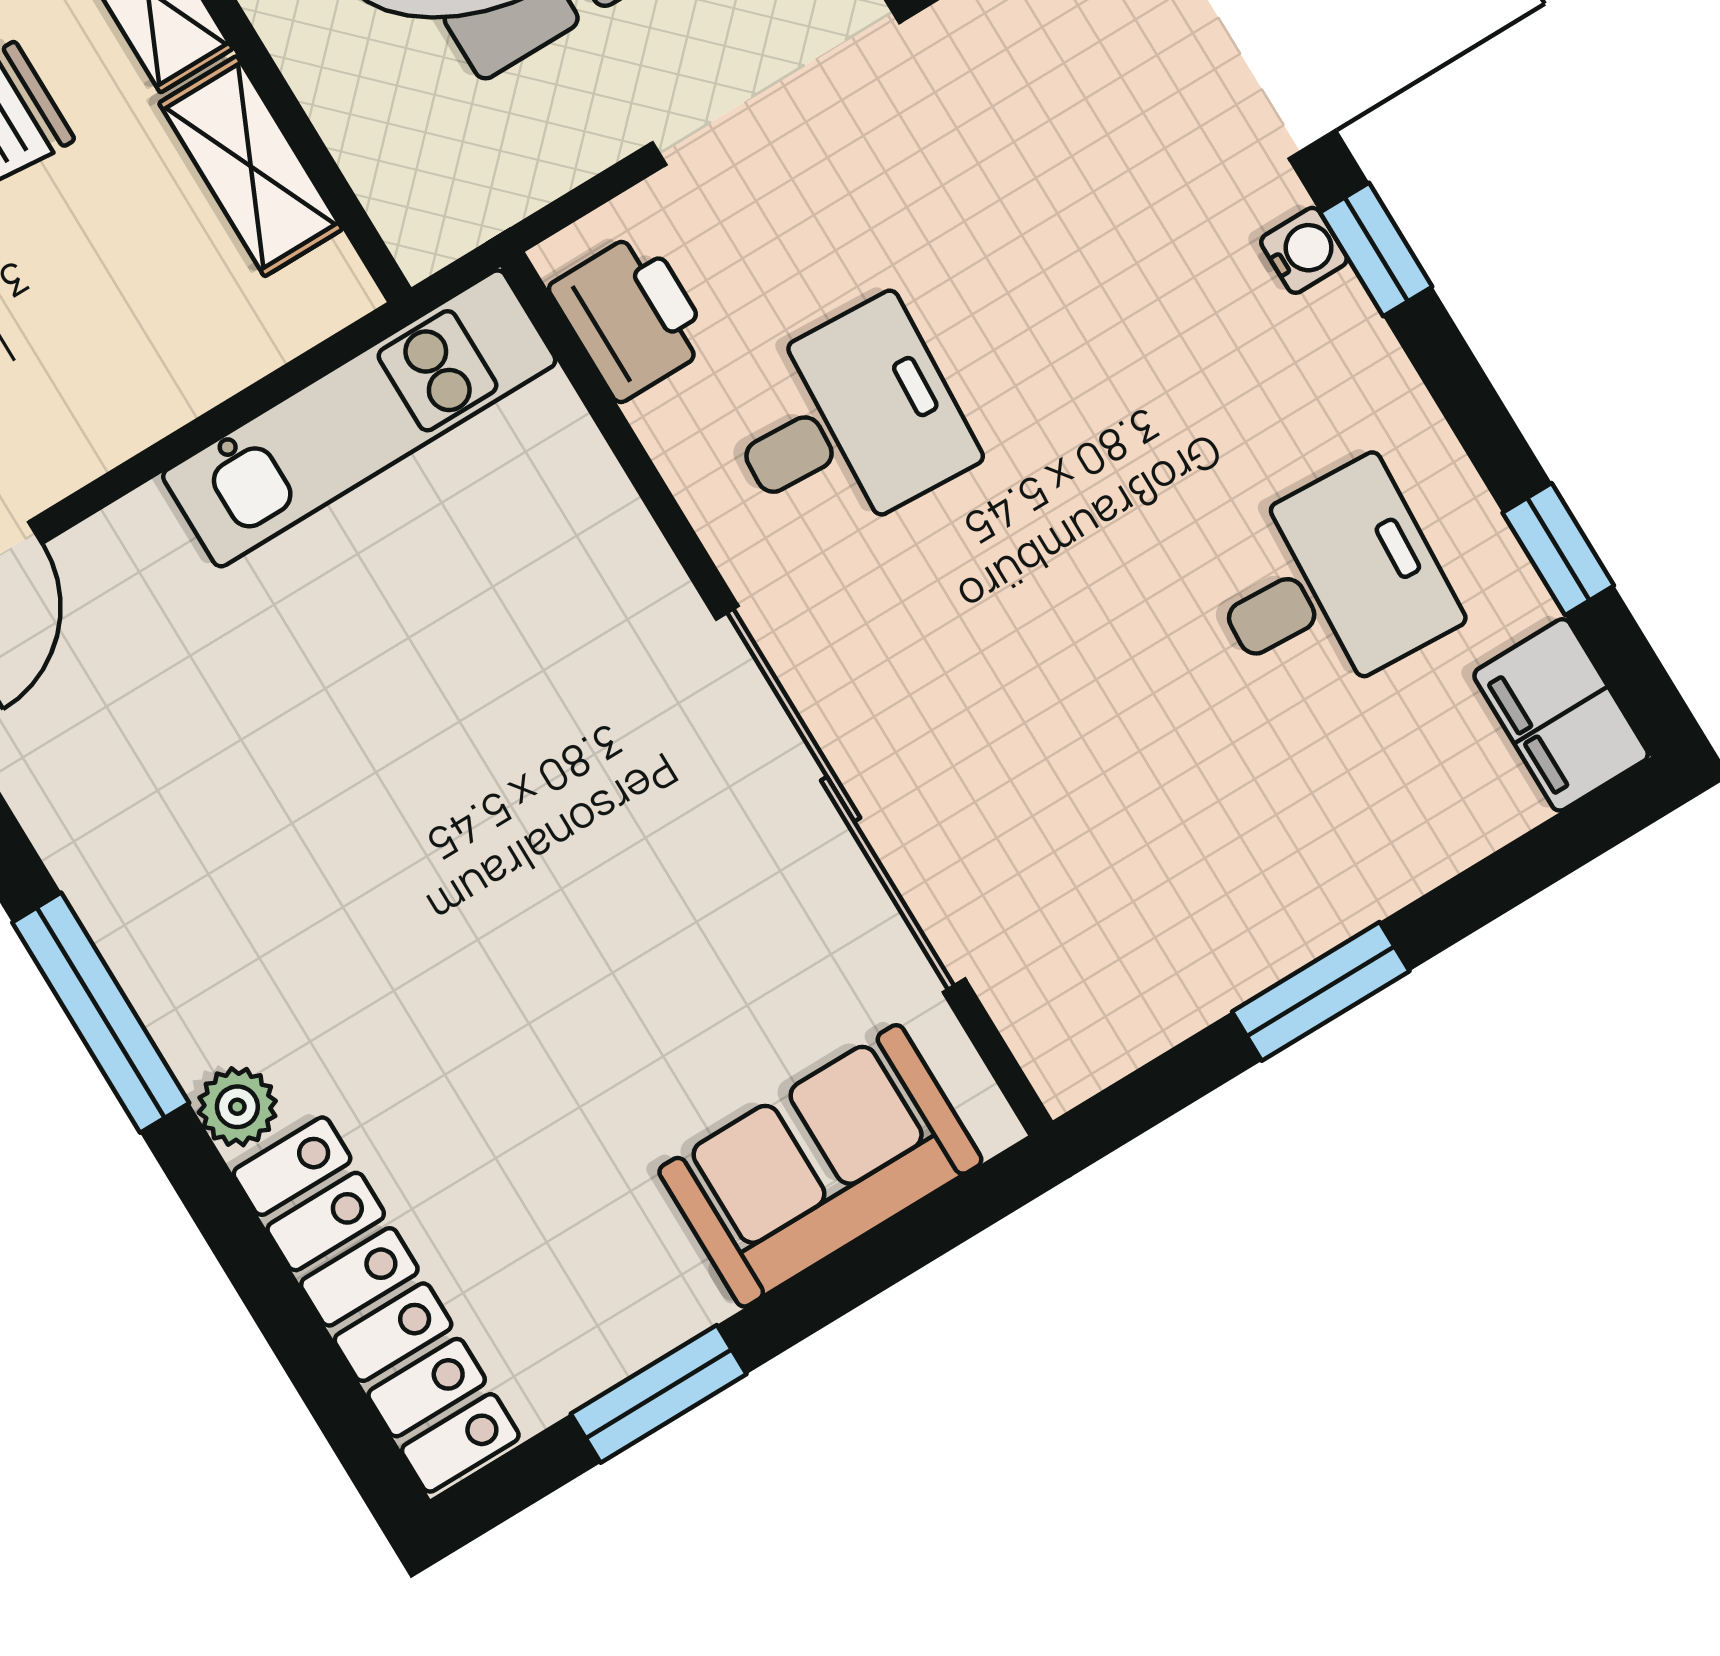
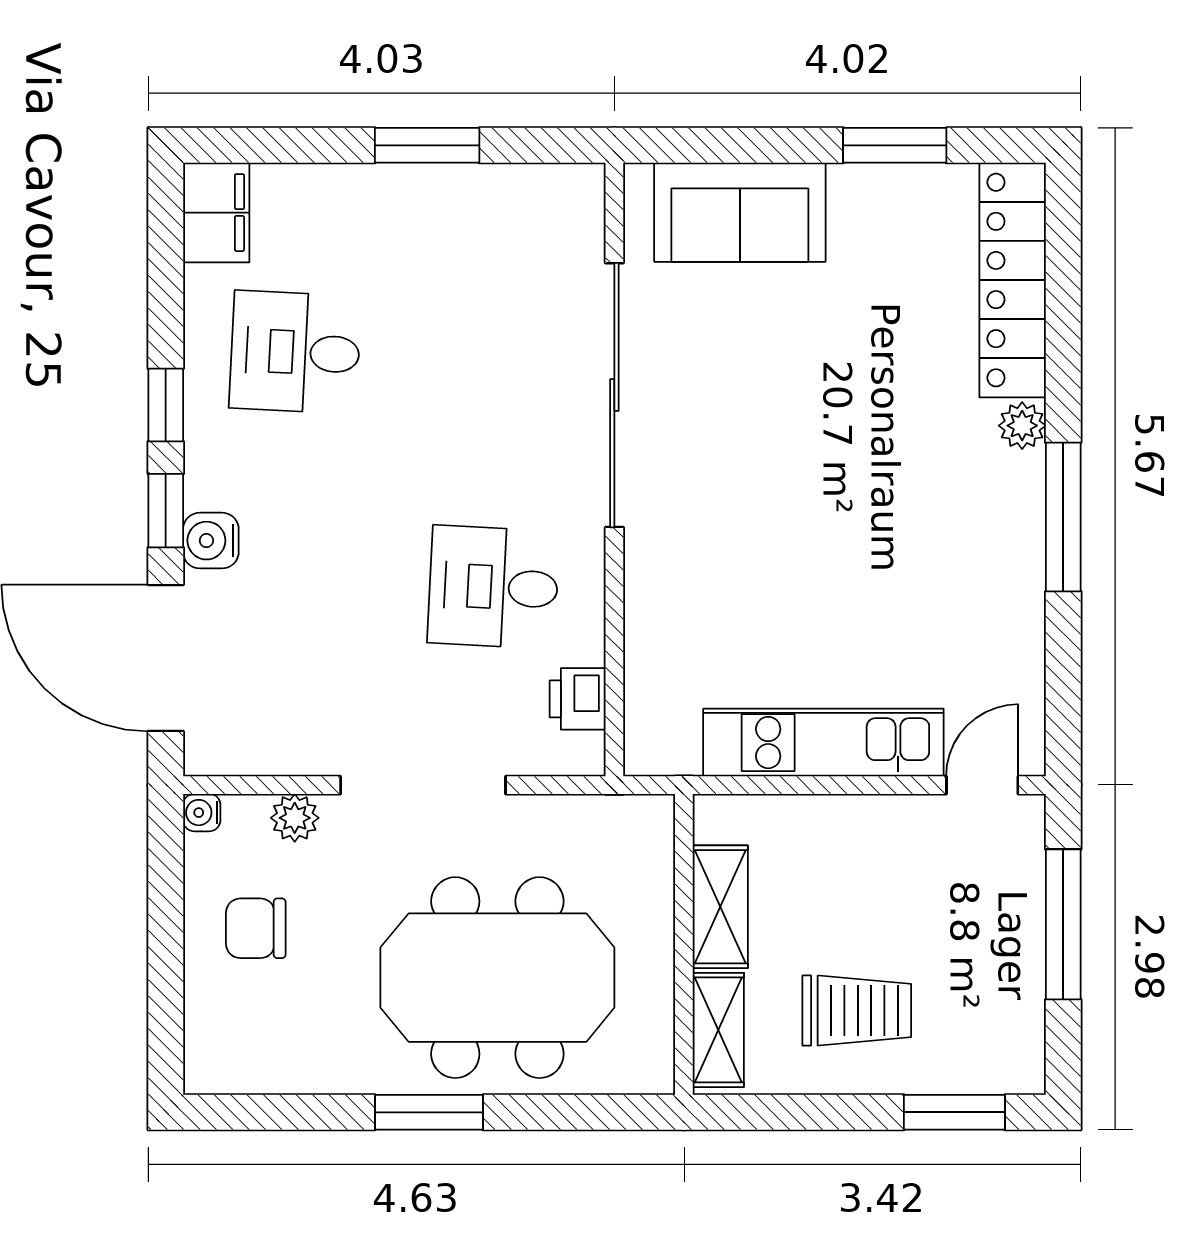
water cooler: (1304, 250) -> (211, 541), width x1.38, depth x1.38
printer: (631, 316) -> (578, 699), width x0.73, depth x0.81
kitchen unit: (359, 418) -> (823, 743), moved
window: (1558, 549) -> (166, 405), moved

